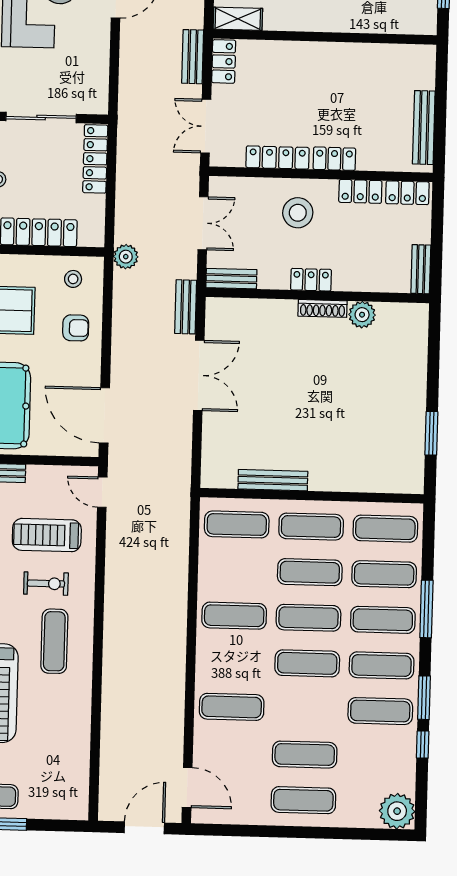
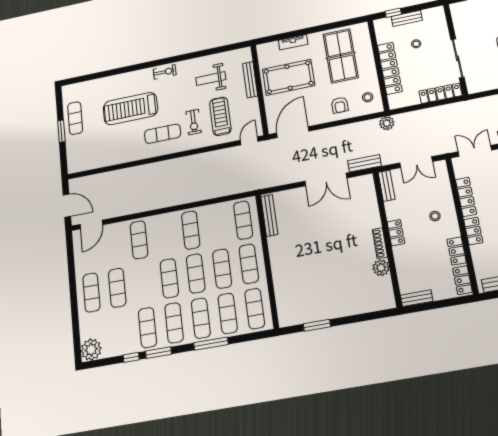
stool: (298, 213) -> (435, 216), width x0.53, depth x0.53
bench: (273, 480) -> (269, 215), moved

